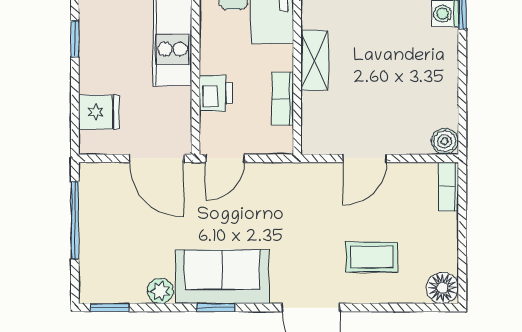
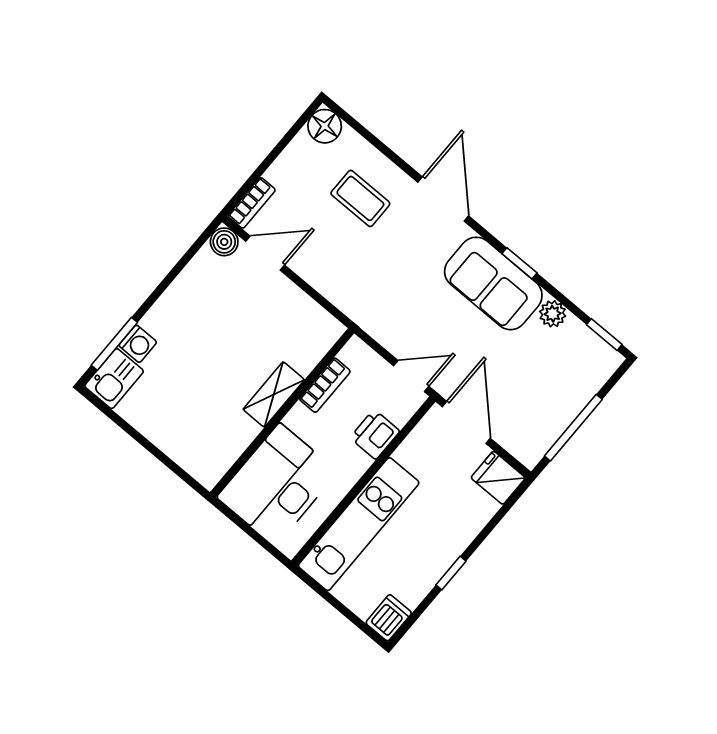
fridge: (99, 112) -> (498, 478), moved
door: (365, 158) -> (265, 253), moved

